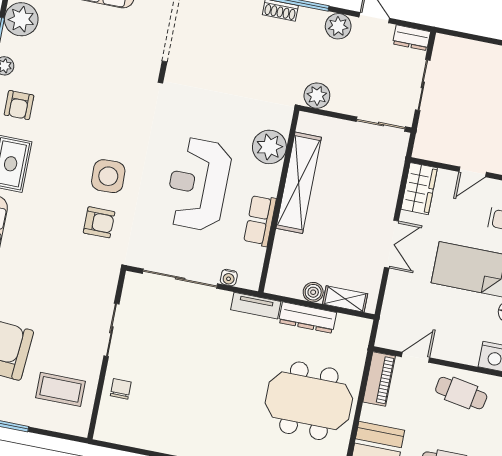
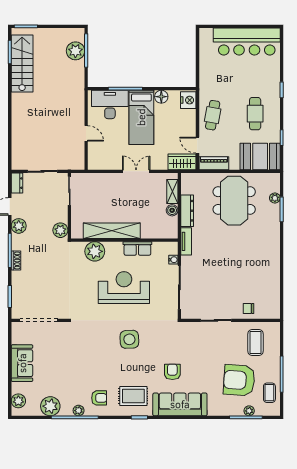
reception desk: (198, 184) -> (124, 288), turned 180
wardrobe: (419, 189) -> (182, 162), moved
armchair: (99, 222) -> (172, 372), moved

